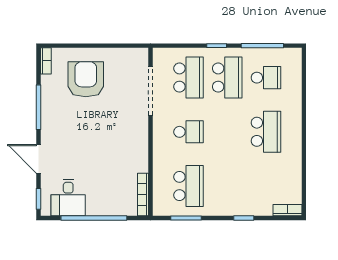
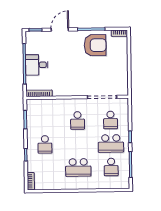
school desk: (189, 78) -> (111, 120), width x0.54
armchair: (86, 79) -> (95, 45), moved
school desk: (189, 186) -> (45, 144), moved, width x0.54
desk: (68, 198) -> (37, 65), moved

